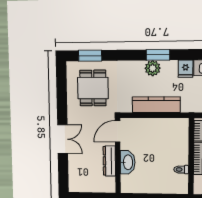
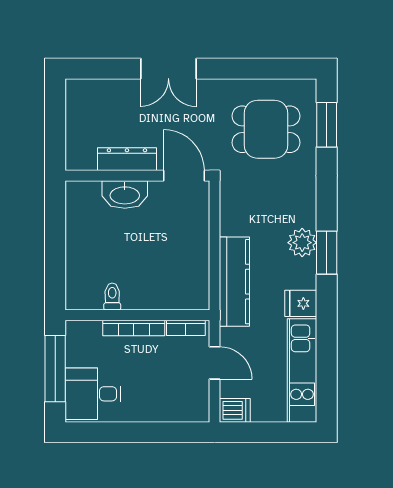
kitchen counter: (156, 105) -> (234, 282), moved

